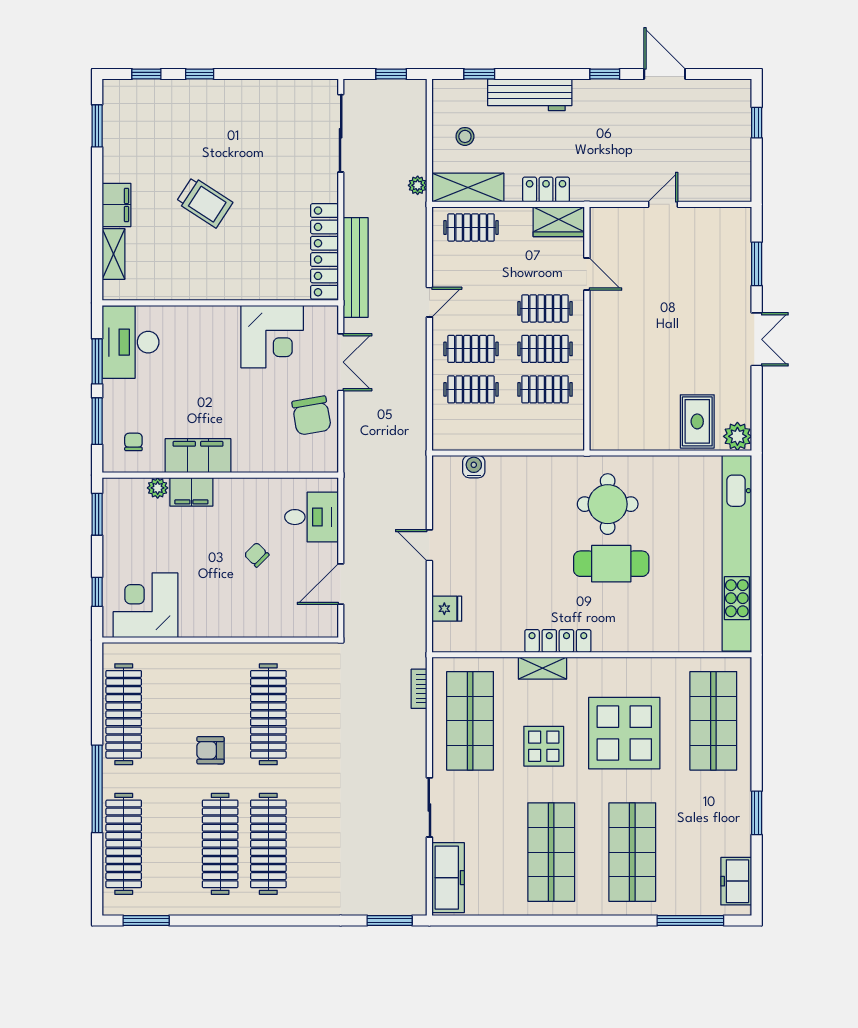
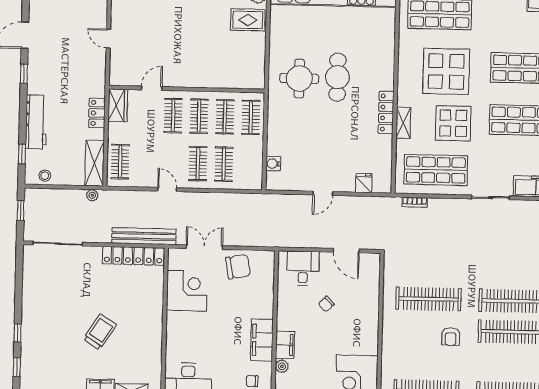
stool: (465, 136) -> (45, 176), moved
clothes rail: (545, 430) -> (251, 117), added
display table: (544, 746) -> (453, 123), width x1.36, depth x1.36

